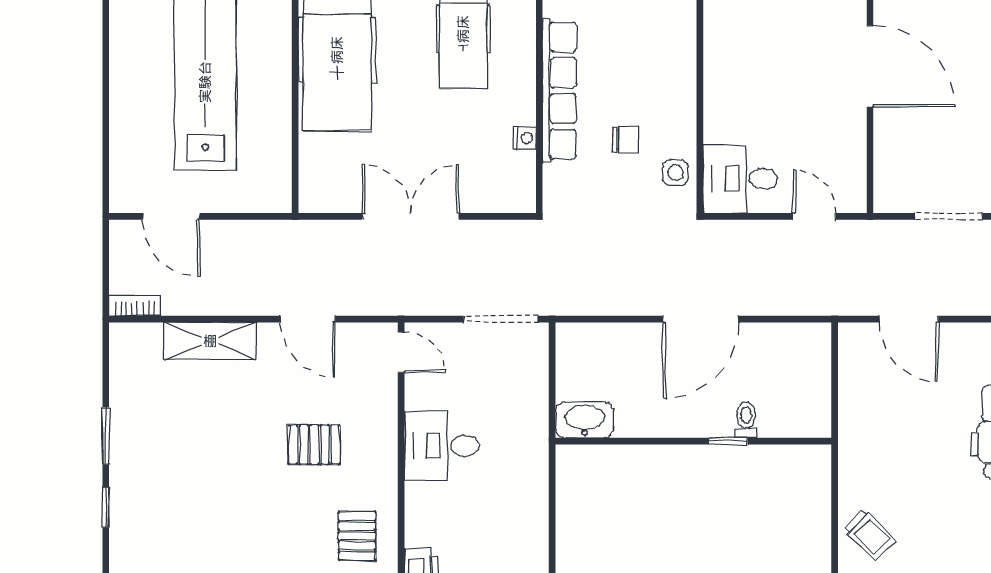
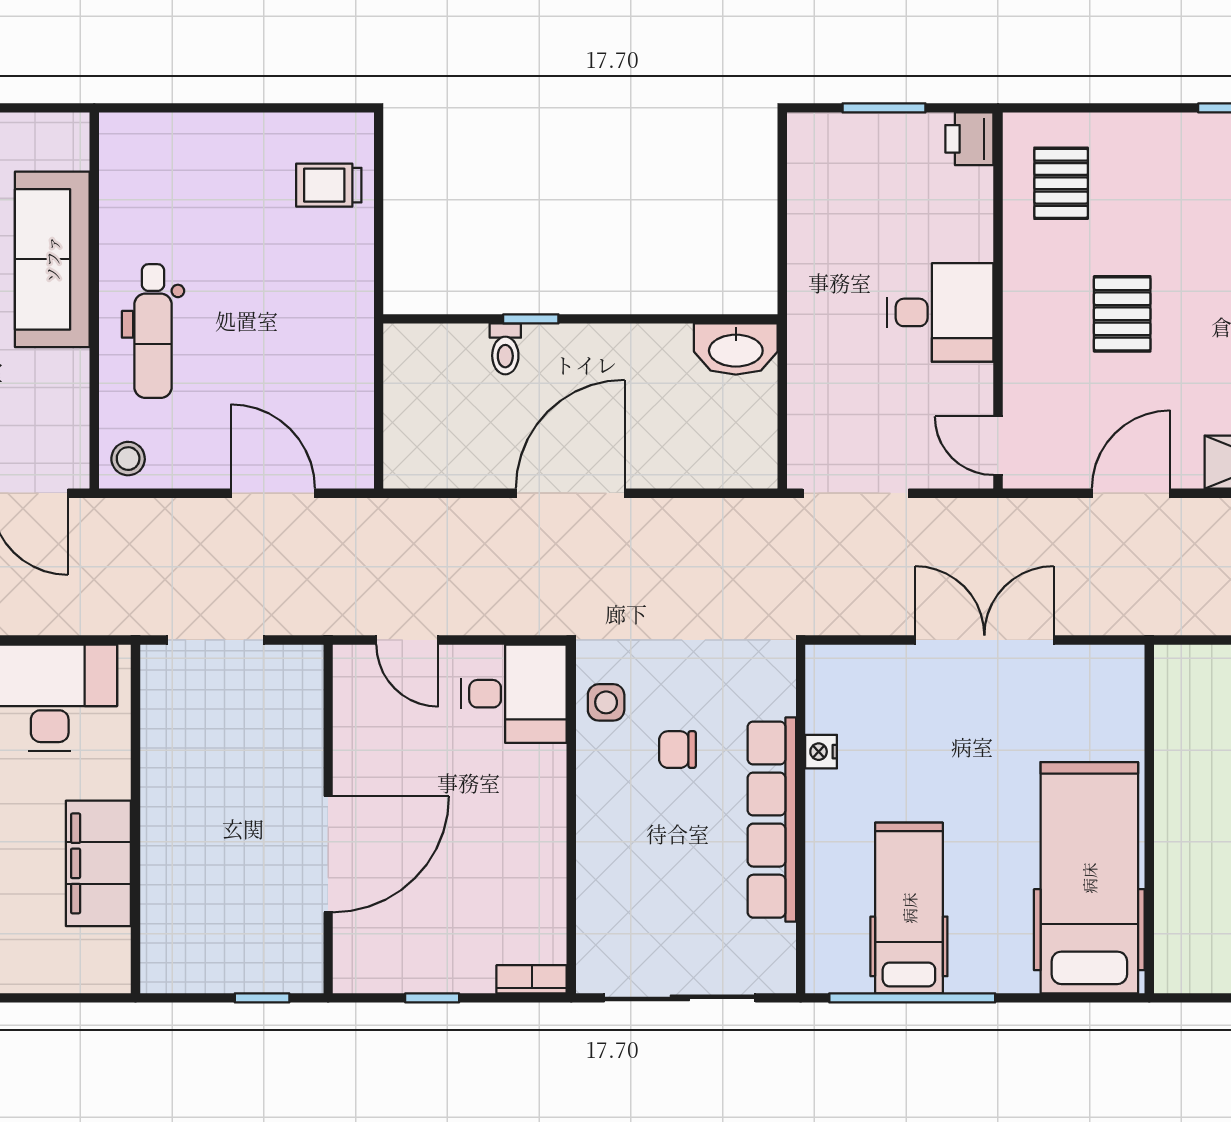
door: (870, 66) -> (328, 854), swing flipped
double door: (411, 216) -> (984, 640), swing flipped
door: (308, 319) -> (1131, 493), hinge flipped
pallet: (314, 445) -> (1122, 314), turned 90
trolley: (870, 535) -> (329, 185), turned -45

